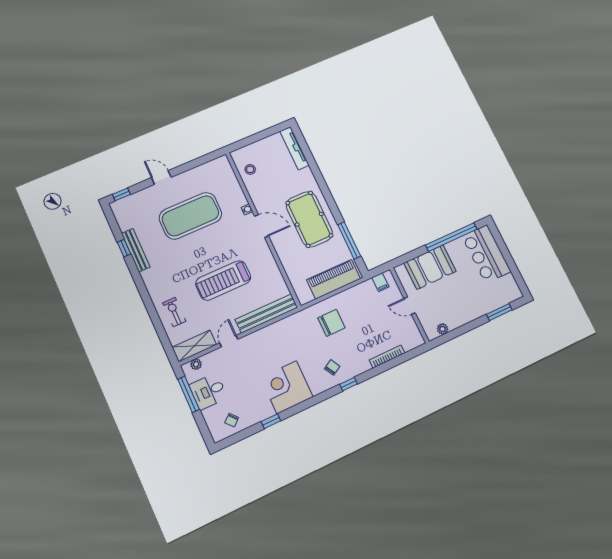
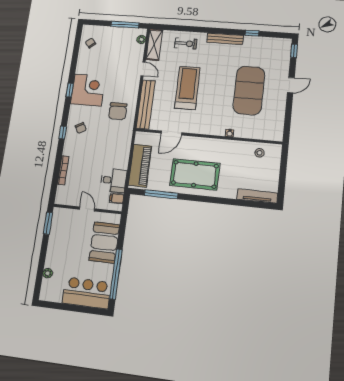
door: (261, 226) -> (171, 133), moved
bench: (136, 250) -> (225, 39), moved
door: (410, 306) -> (87, 209), hinge flipped
window: (499, 312) -> (48, 223), moved
chair: (331, 323) -> (118, 111), moved
plant: (443, 329) -> (48, 273), moved
desk: (208, 391) -> (114, 180), moved, turned 90
window: (271, 421) -> (70, 90), moved

